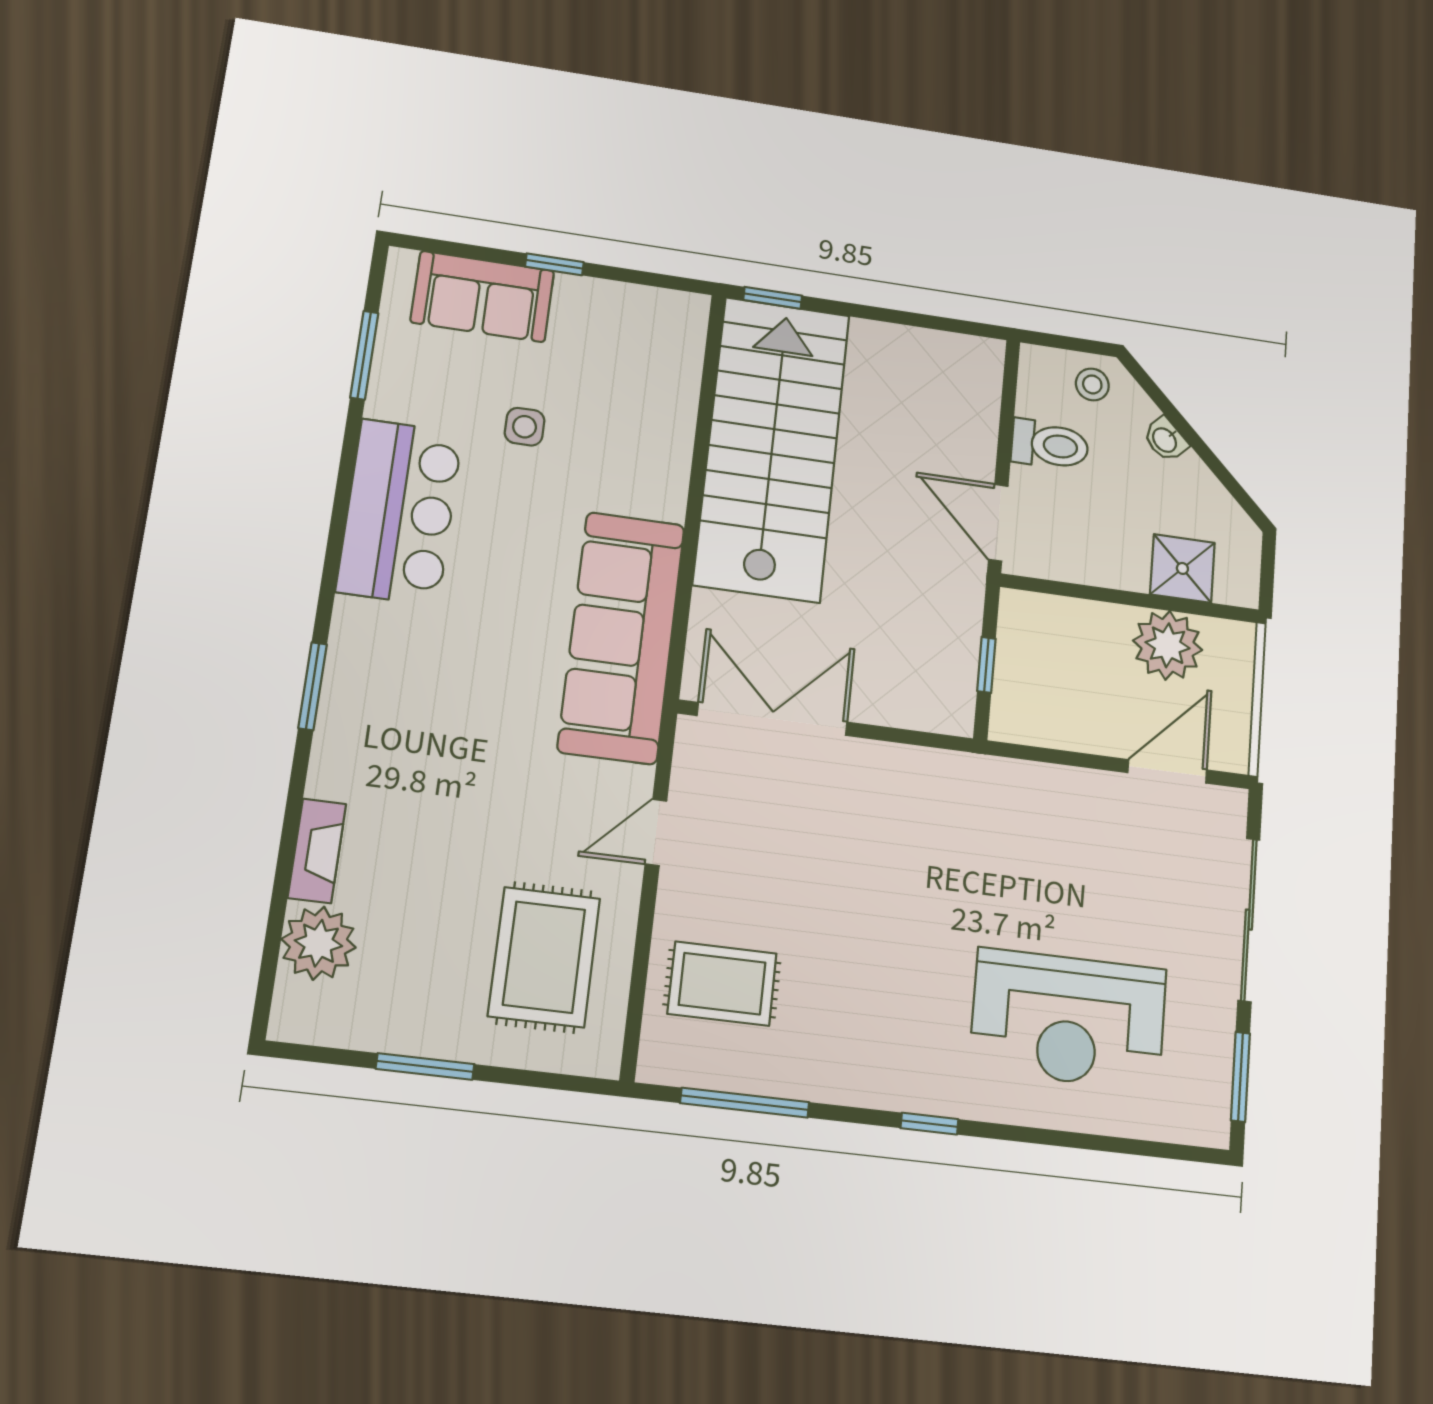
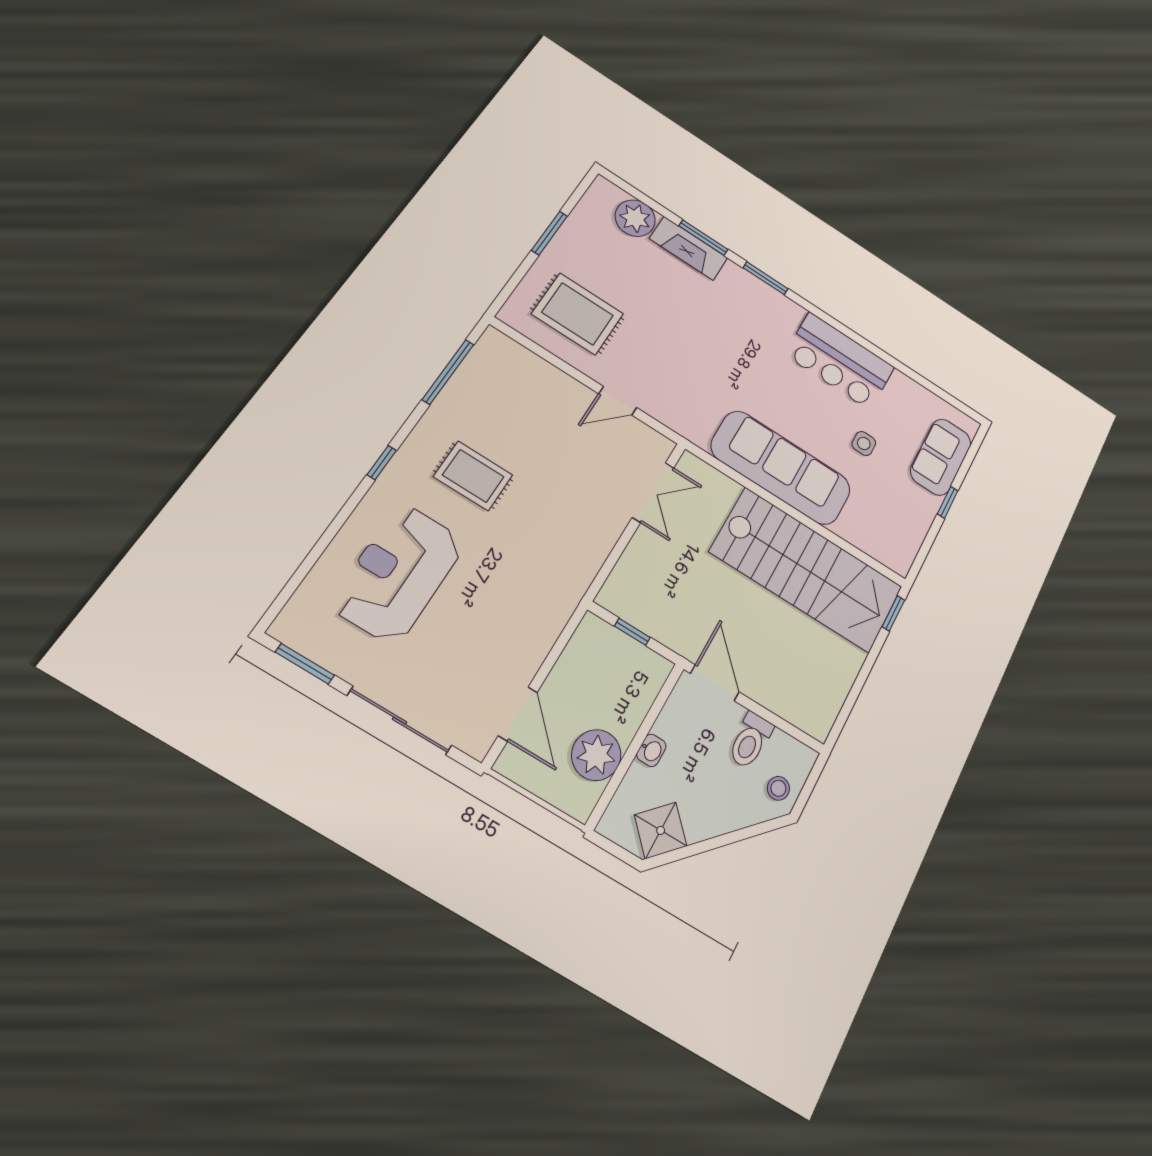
window: (364, 355) -> (703, 238), moved
washbasin: (1165, 439) -> (651, 750), moved, turned 135
door: (998, 523) -> (715, 683), hinge flipped
shower: (1182, 568) -> (661, 830), moved, turned 45
sofa: (621, 637) -> (781, 468), moved
double door: (772, 719) -> (653, 493), width x0.73
door: (656, 832) -> (618, 401), swing flipped
fireplace: (317, 851) -> (689, 248), width x1.37, depth x1.32
rug: (722, 984) -> (473, 476), moved, turned 90

